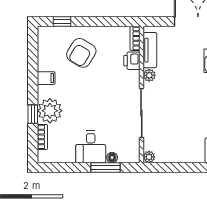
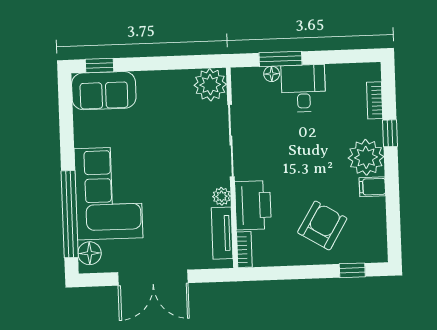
printer: (132, 61) -> (253, 205), width x1.87, depth x1.48
plant: (50, 111) -> (366, 157), moved
plant: (149, 157) -> (210, 85), width x1.88, depth x1.88

